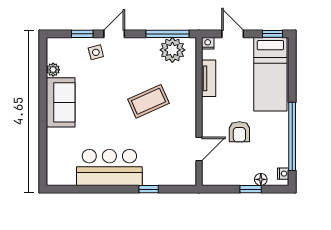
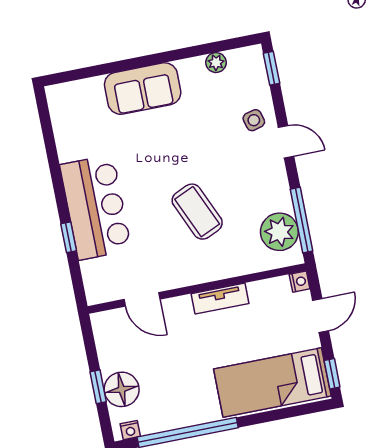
window: (82, 34) -> (272, 68), moved
tv unit: (209, 78) -> (220, 299), moved
sofa: (61, 102) -> (143, 89), moved
armchair: (239, 132) -> (179, 354), removed
bar counter: (109, 167) -> (96, 207), moved
floor lamp: (261, 179) -> (122, 389), width x1.89, depth x1.89

